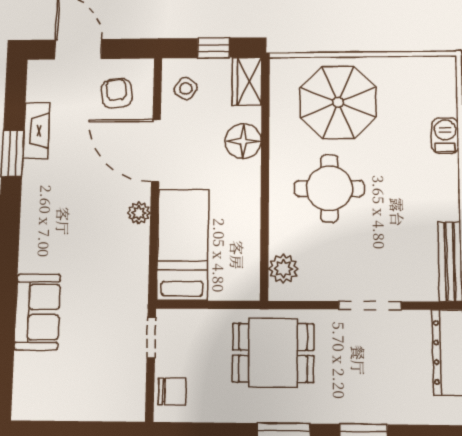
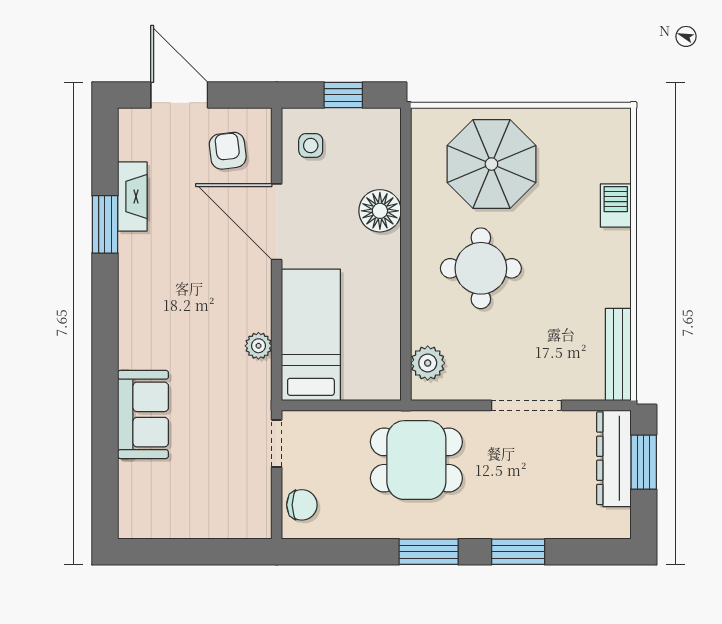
wardrobe: (247, 81) -> (384, 137), removed
side table: (186, 88) -> (311, 146), turned -35
plant: (139, 213) -> (258, 346), moved

